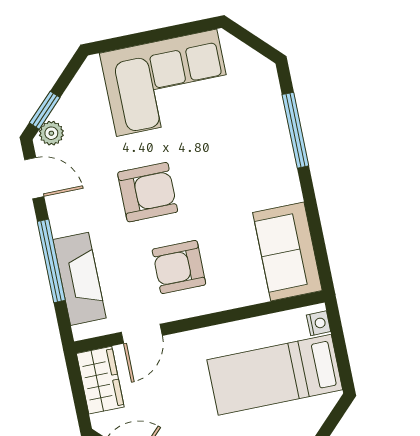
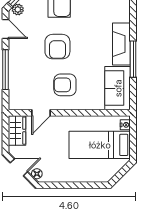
window: (295, 130) -> (133, 59), moved
armchair: (148, 192) -> (57, 47), turned 90
fireplace: (80, 279) -> (121, 44), moved, turned 180

